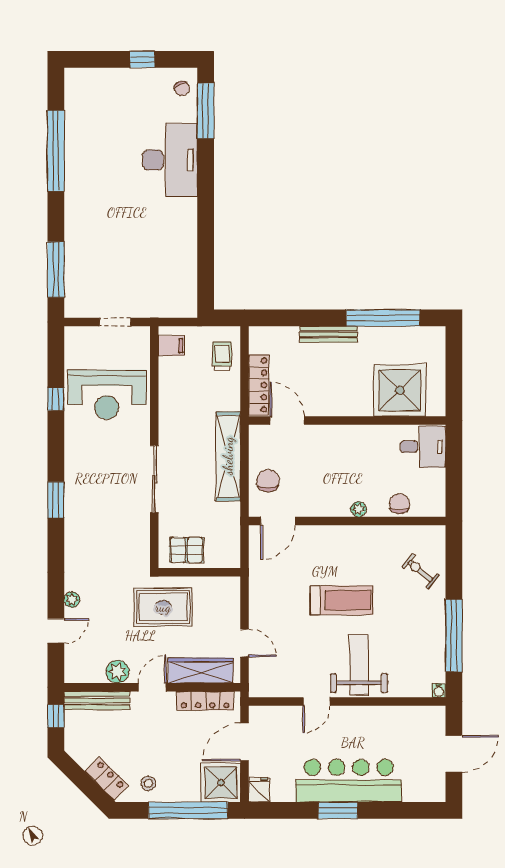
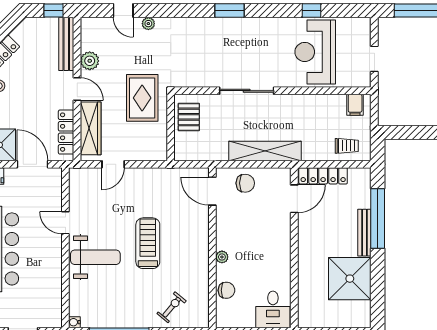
window: (383, 318) -> (378, 219), moved
shower: (400, 390) -> (350, 279), moved
treadmill: (342, 600) -> (148, 243), turned 180

